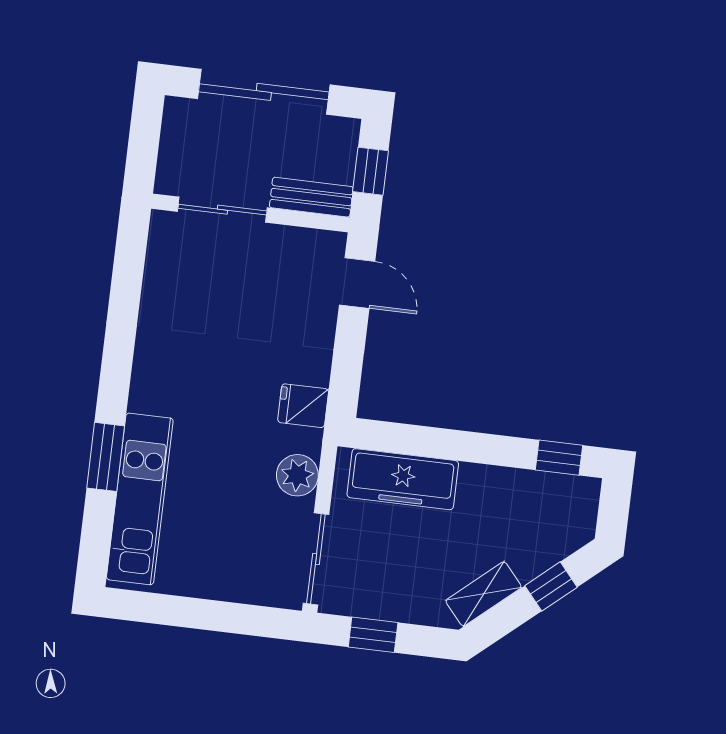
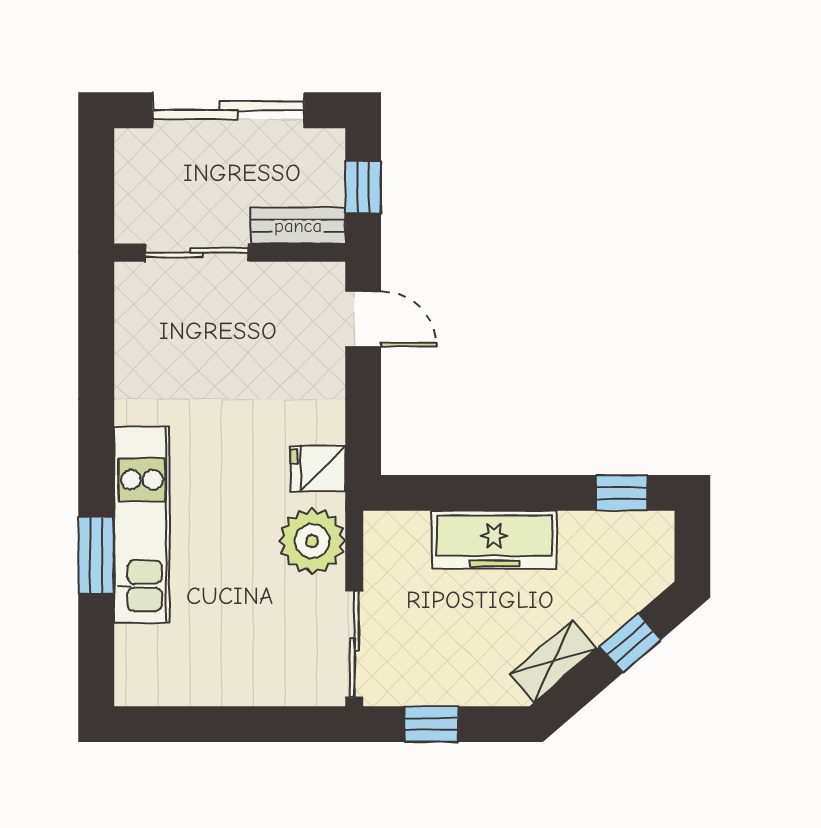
plant: (297, 475) -> (312, 541), width x1.36, depth x1.36
freezer: (403, 479) -> (494, 540), moved
kitchen unit: (140, 499) -> (142, 525), moved

